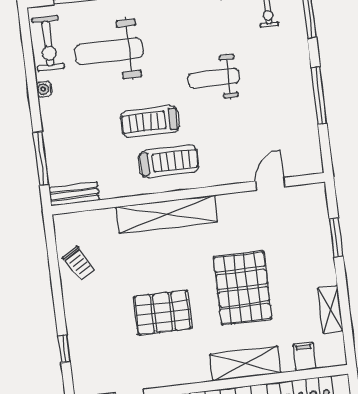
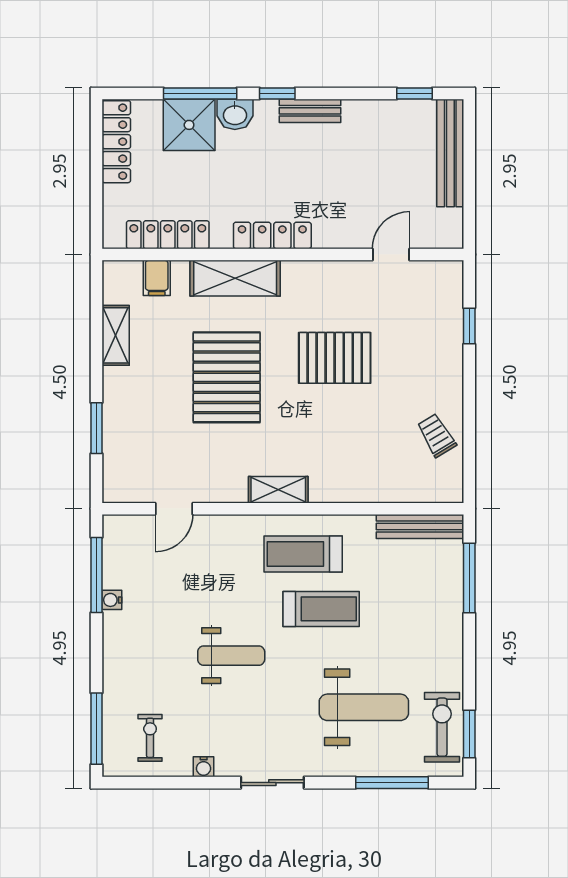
window: (27, 41) -> (469, 734), added
water cooler: (44, 89) -> (112, 600), moved, turned 180
window: (319, 95) -> (97, 575), moved
bench: (74, 194) -> (420, 527), width x1.36
shelving: (167, 214) -> (278, 490), width x0.45, depth x0.75

